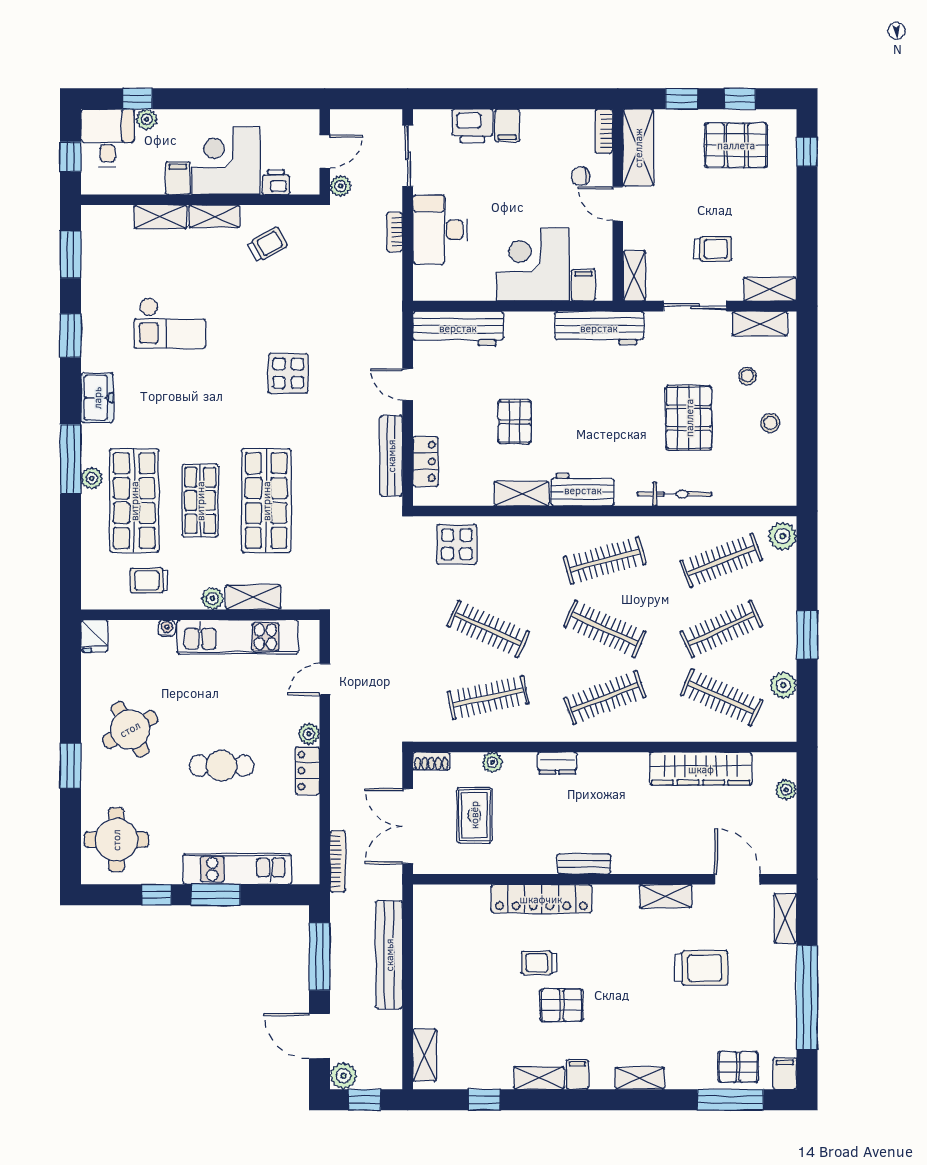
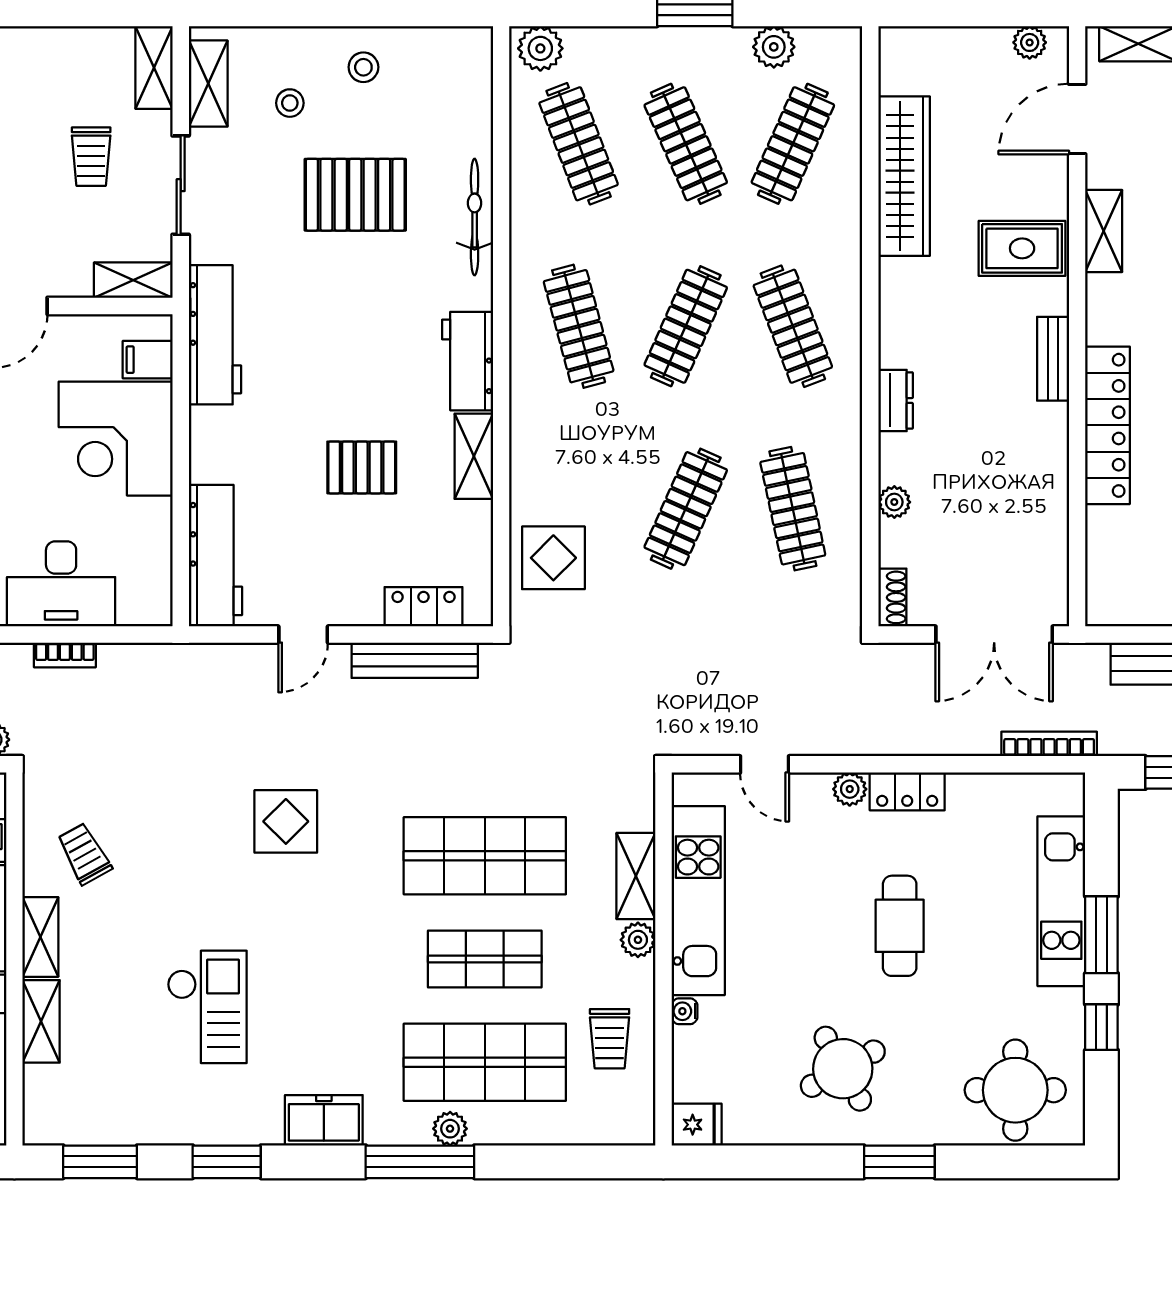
trolley: (713, 249) -> (91, 157), turned 180
plant: (786, 790) -> (1030, 42), moved
rug: (474, 815) -> (1022, 248), moved

